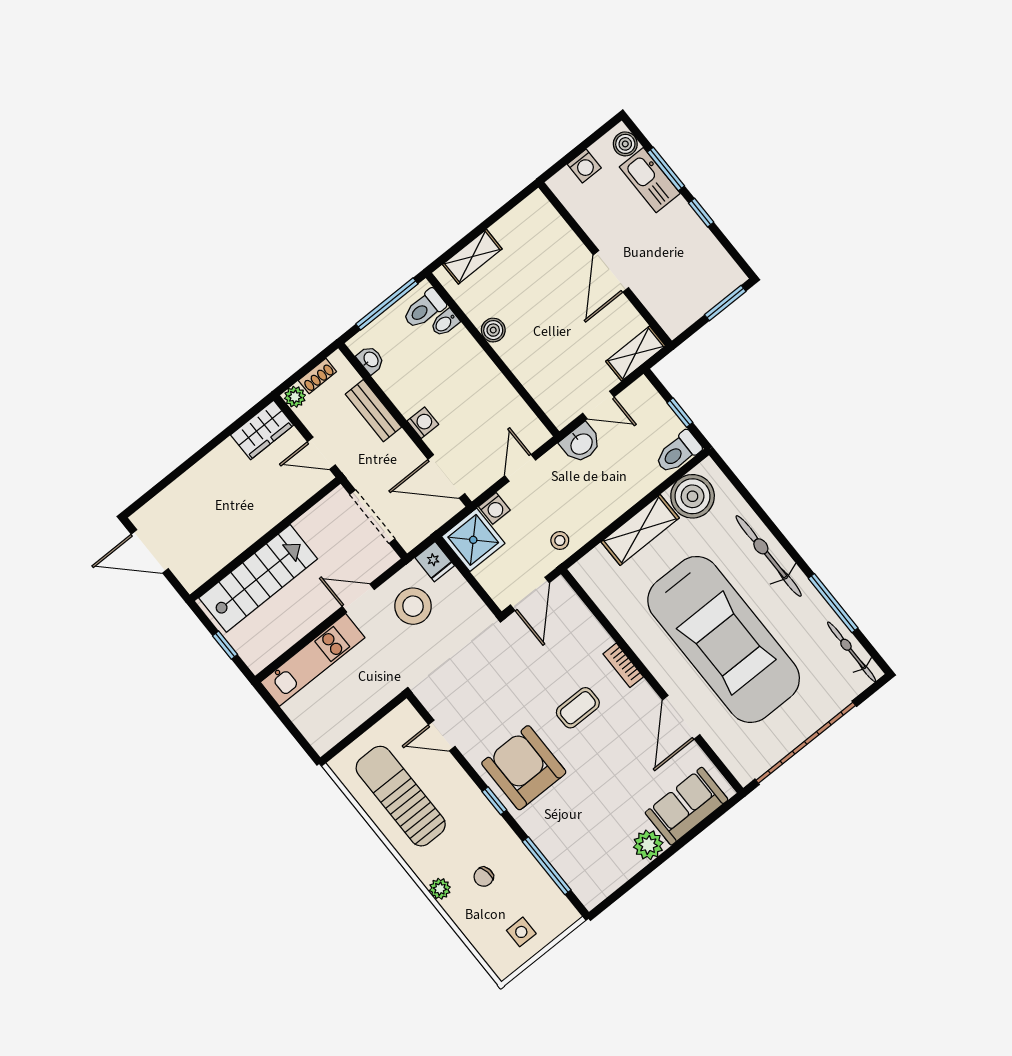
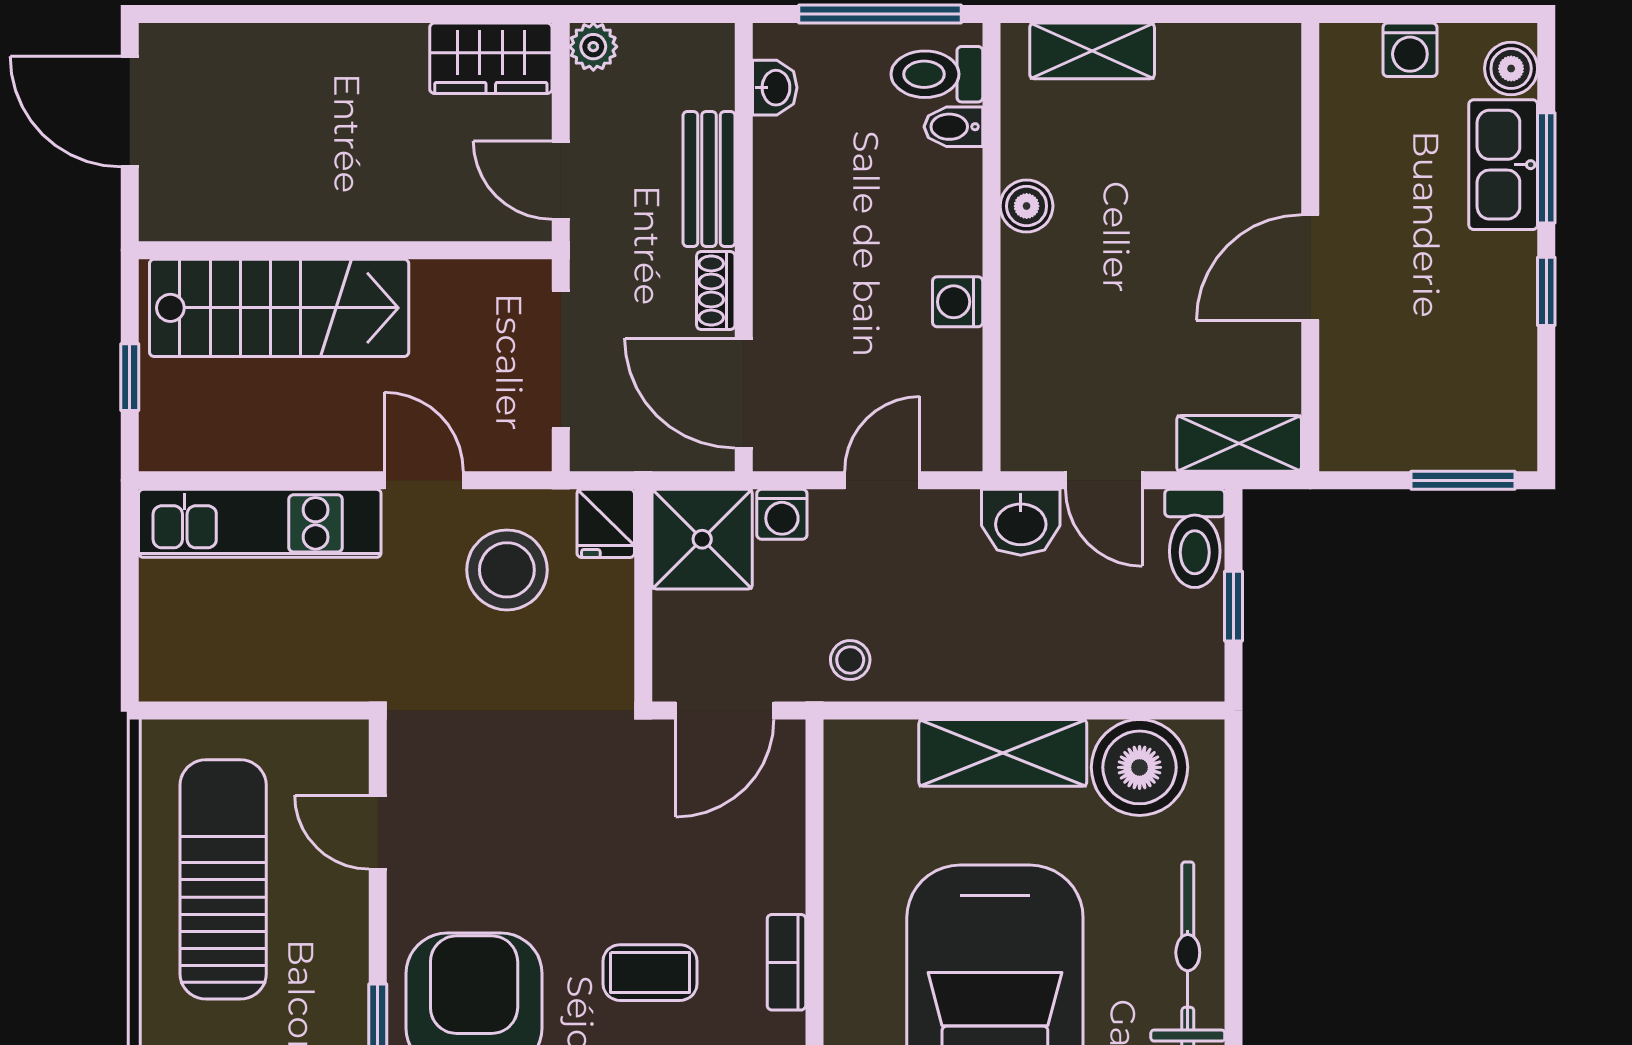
shoe rack: (317, 376) -> (716, 291), moved, turned 90
washing machine: (423, 423) -> (958, 302), moved, turned 180
toilet: (678, 452) -> (1195, 538), moved, turned -90

